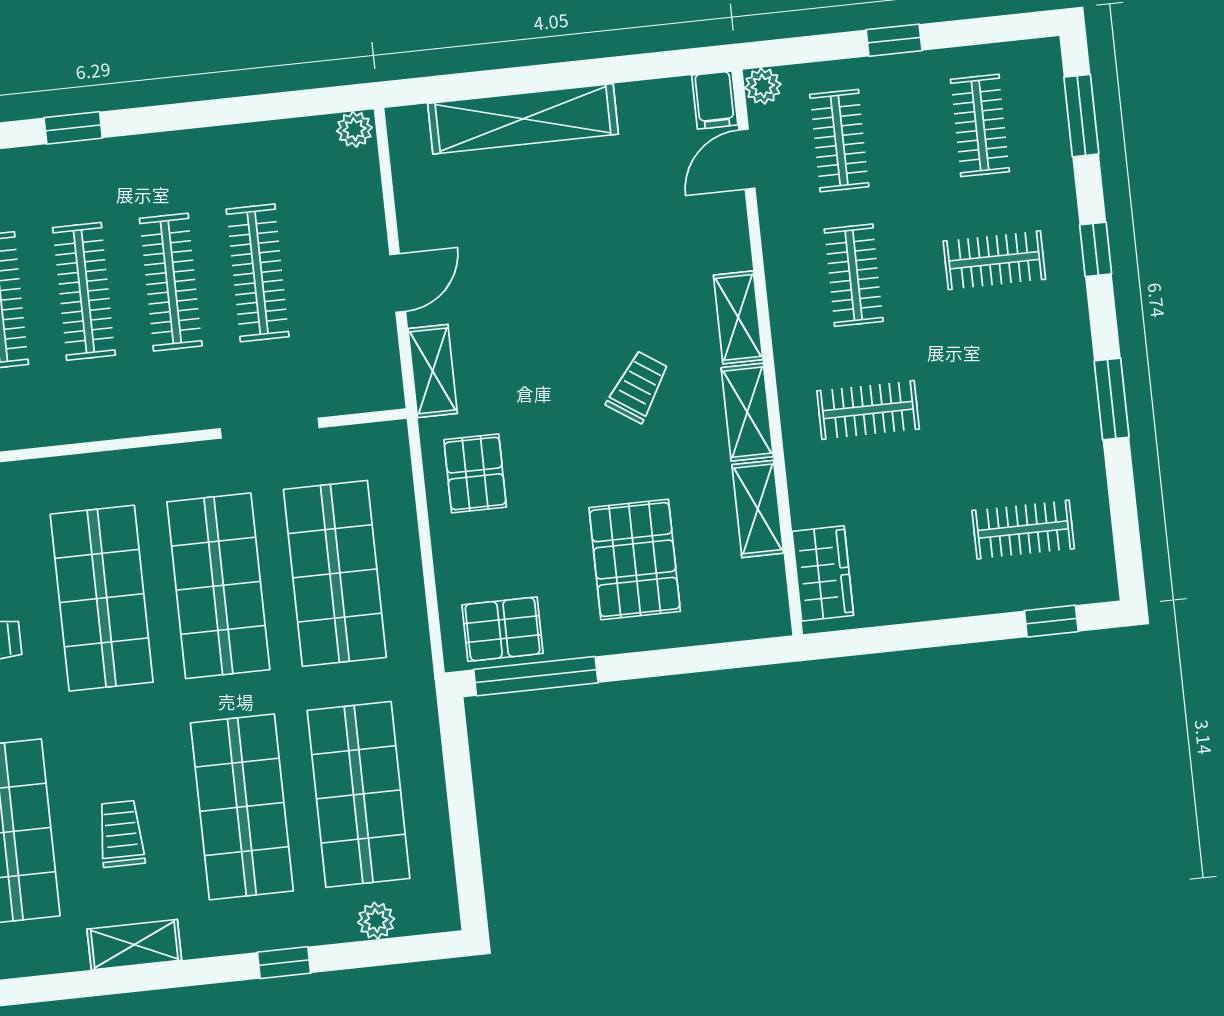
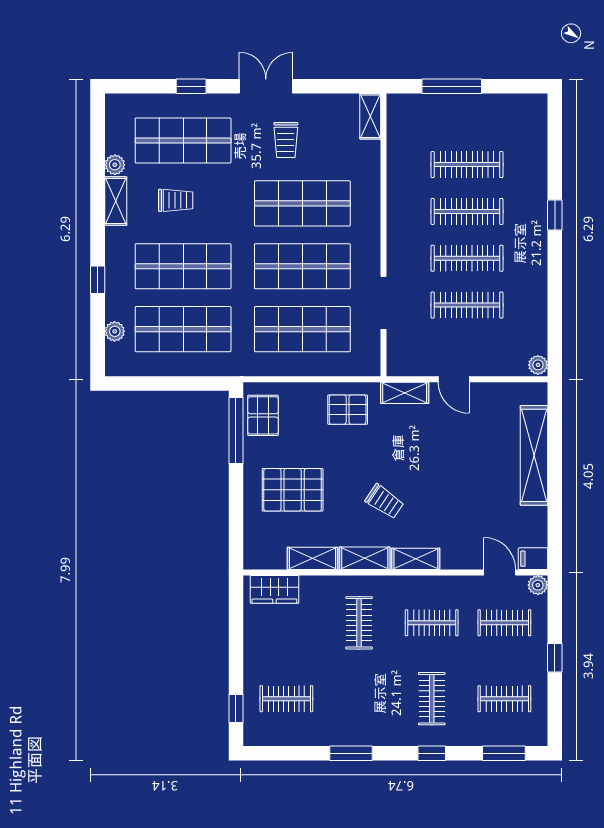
clothes rail: (1023, 530) -> (286, 699), turned 90
plant: (67, 953) -> (115, 165), added

